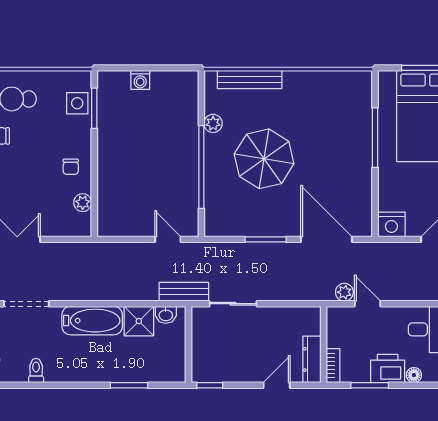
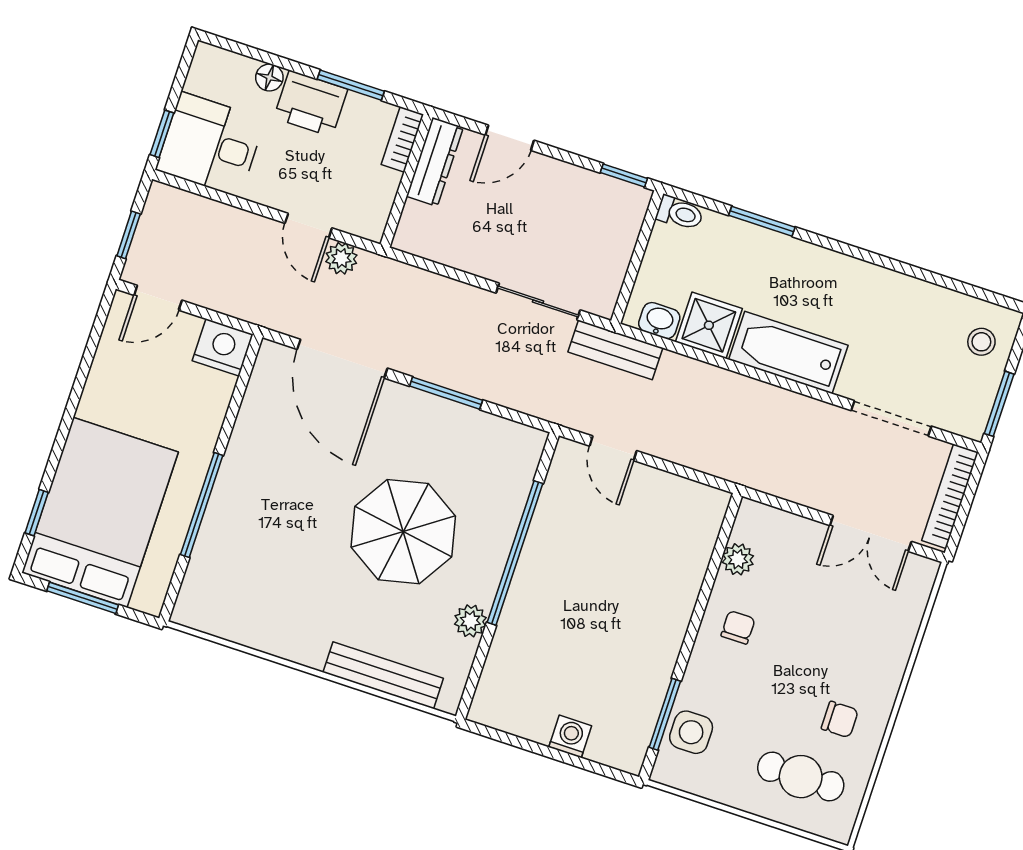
toilet: (36, 370) -> (680, 213), moved, turned -90

